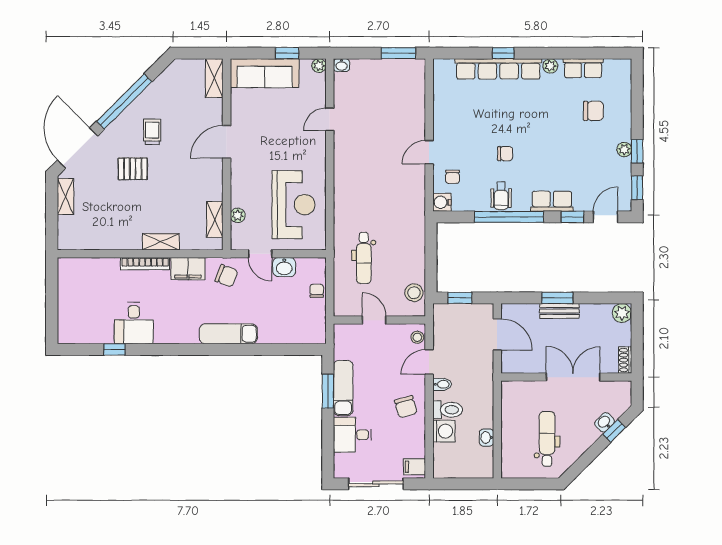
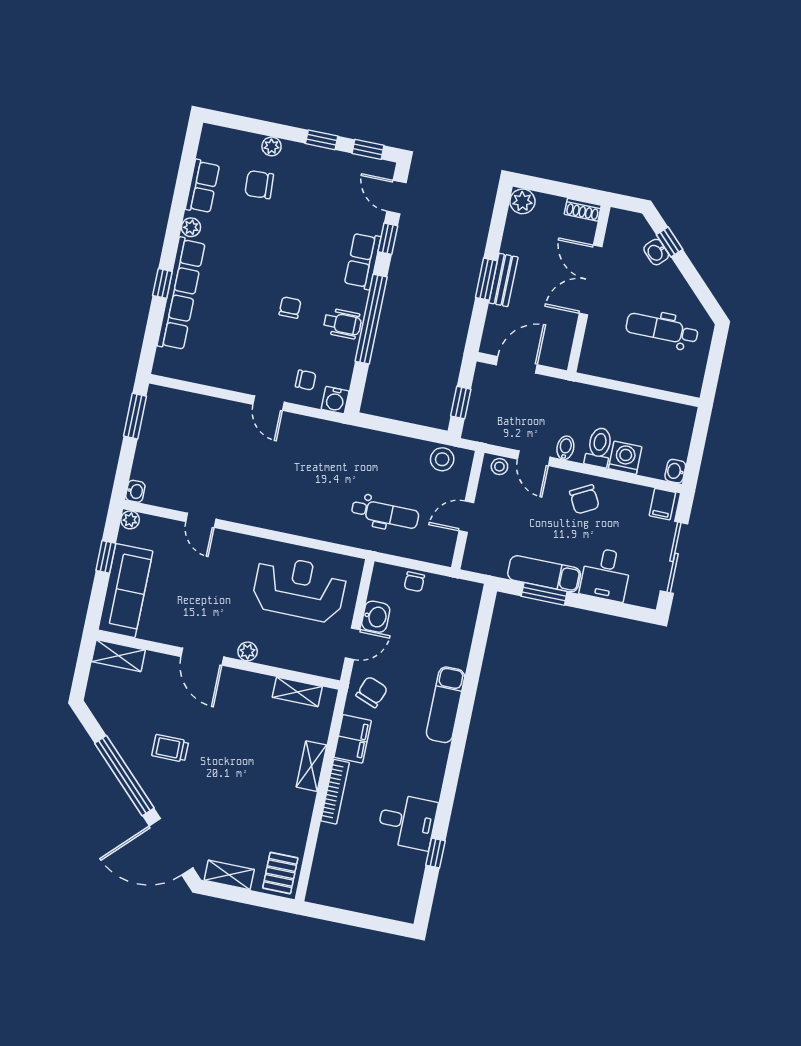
chair: (593, 111) -> (259, 185), turned -93
plant: (624, 150) -> (272, 146), moved
pallet: (133, 169) -> (280, 873), moved
plant: (238, 215) -> (248, 651), moved
chair: (317, 291) -> (414, 582), turned -90
chair: (406, 407) -> (584, 499), turned 78
washbasin: (487, 438) -> (675, 471), moved, turned 90

